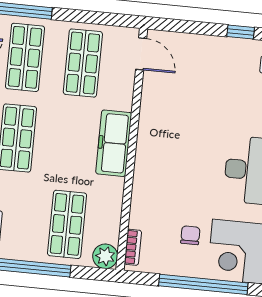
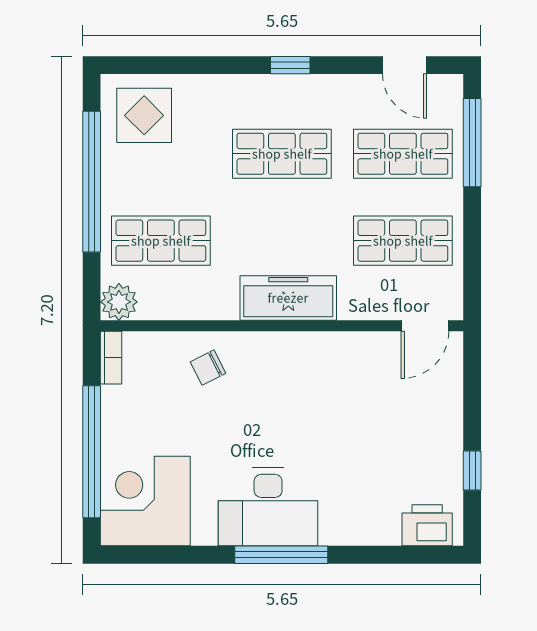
chair: (190, 235) -> (208, 368), moved, turned 153
bookcase: (133, 247) -> (111, 358), moved, turned -90

